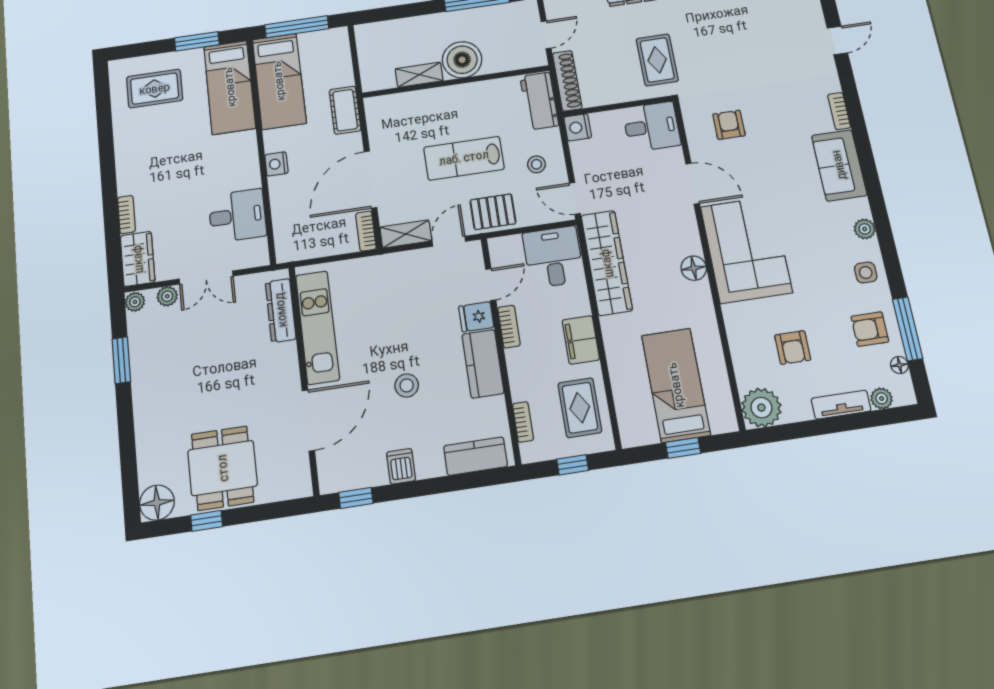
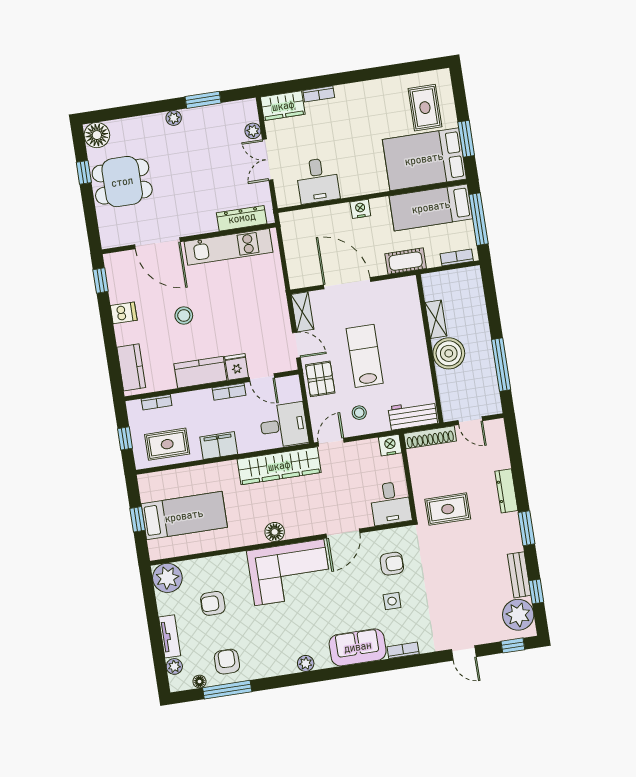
bed: (230, 87) -> (424, 159), width x1.50
bookcase: (366, 231) -> (457, 257), moved
side table: (866, 273) -> (392, 601), moved
plant: (135, 302) -> (174, 118), moved

